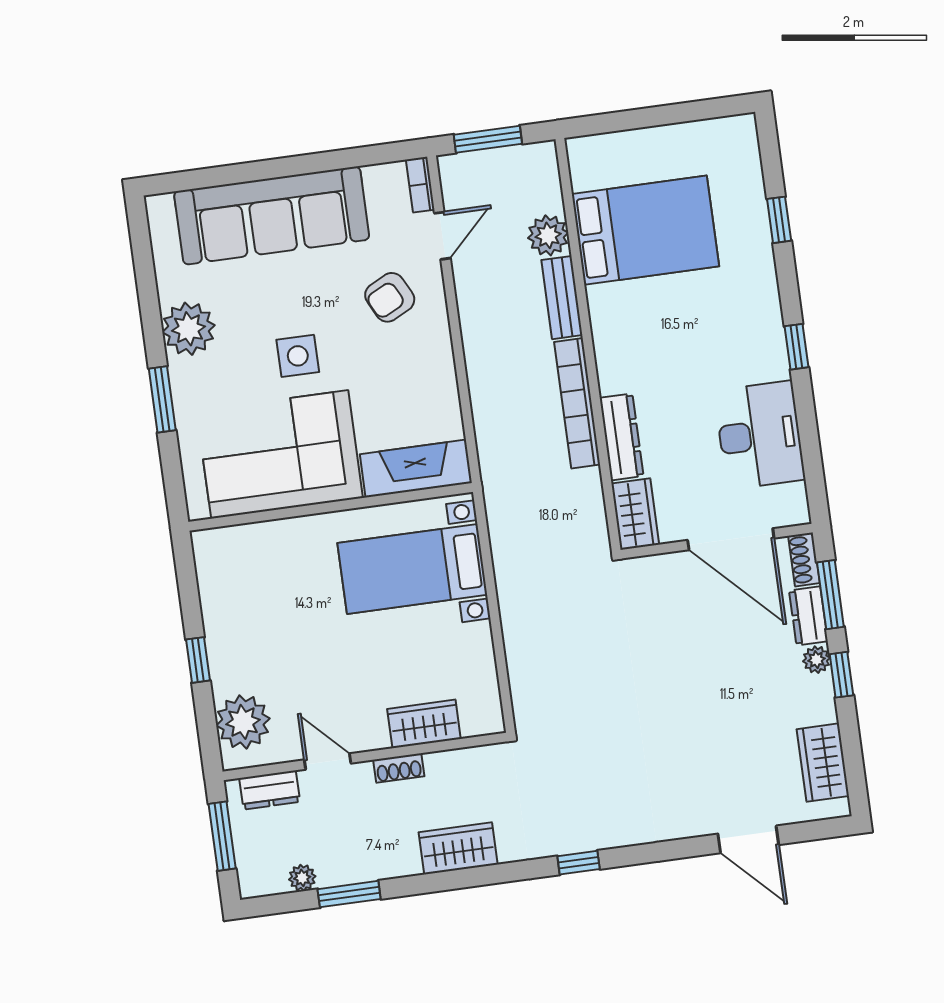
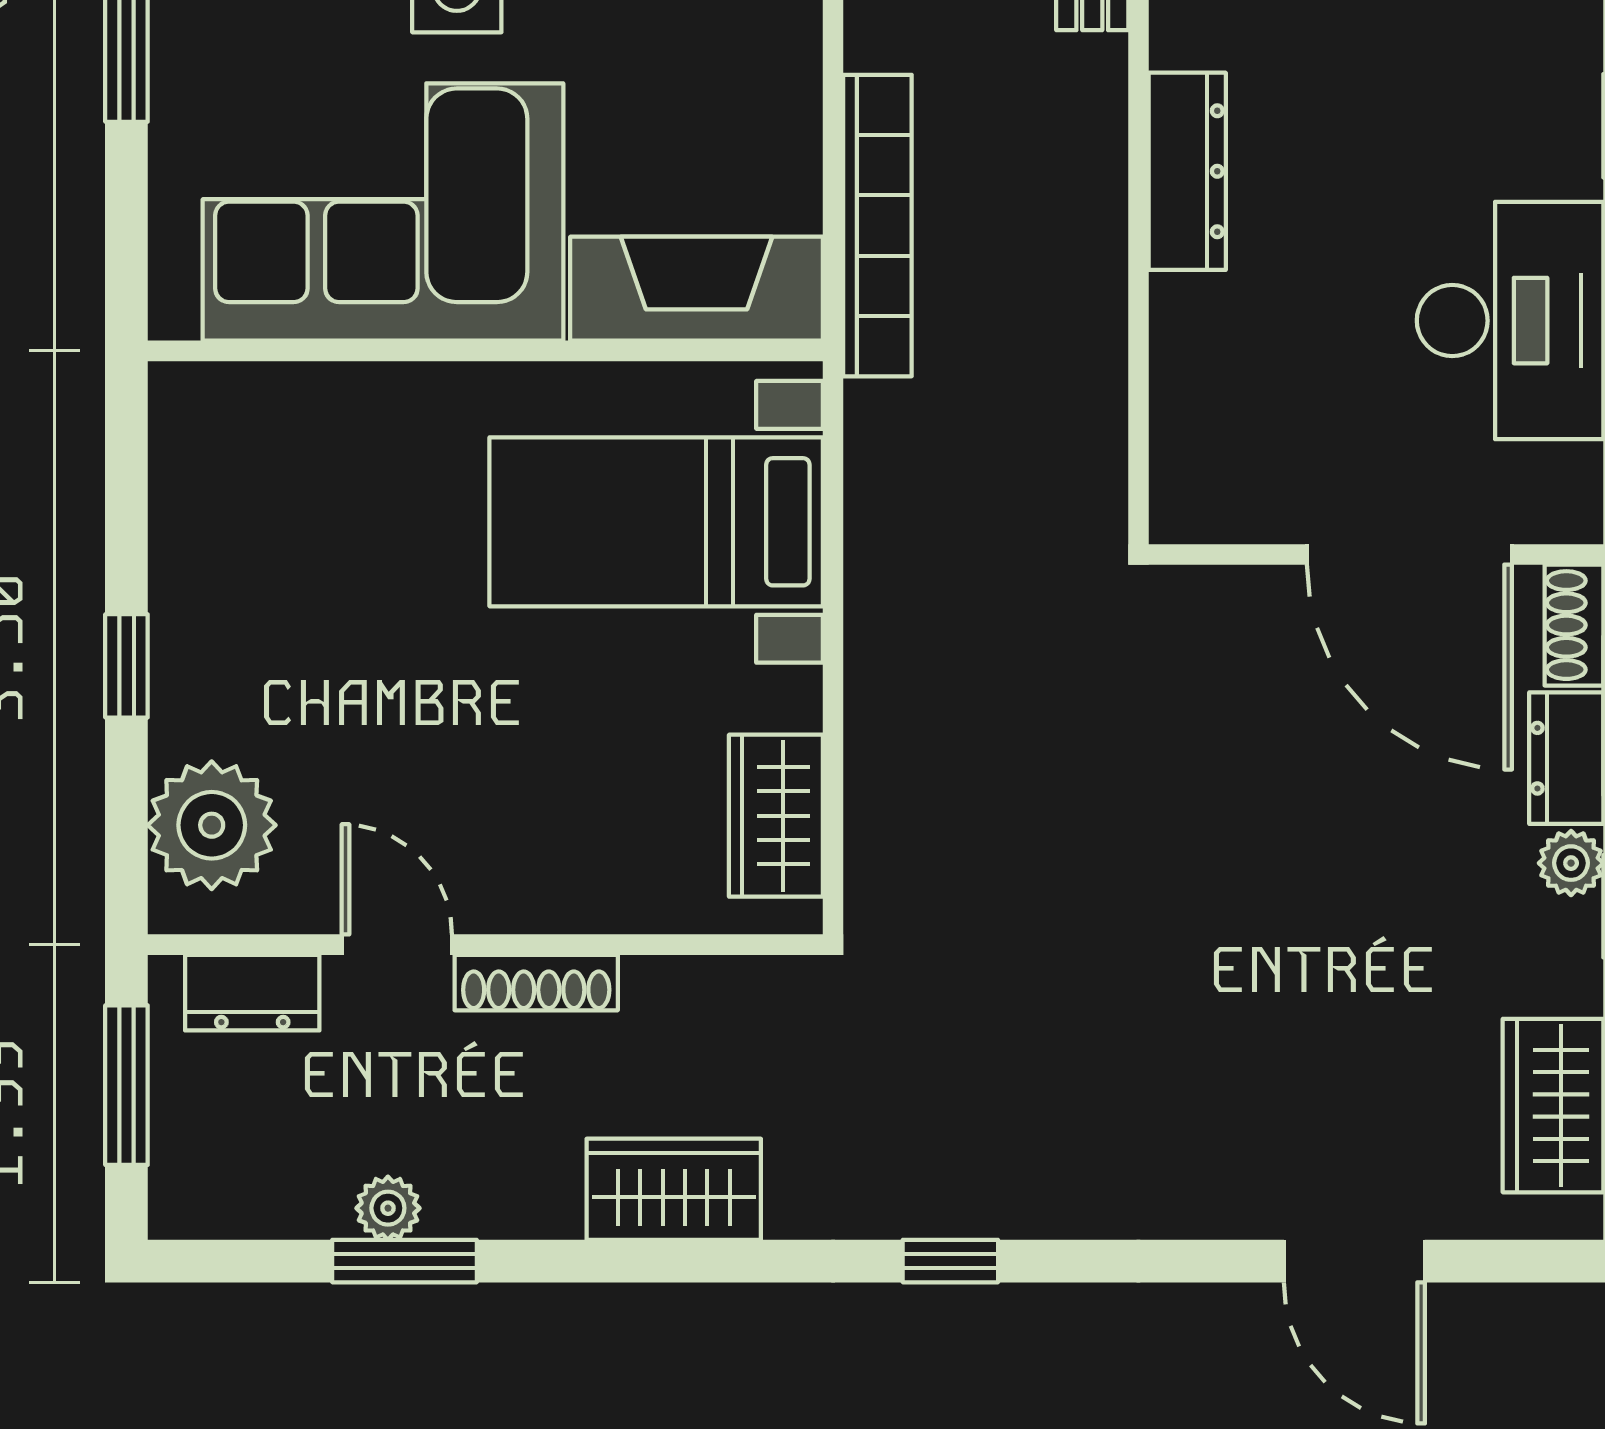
bookcase: (577, 403) -> (877, 226), moved, turned 180
dresser: (622, 437) -> (1187, 171), moved
wardrobe: (635, 514) -> (1194, 465), removed
wardrobe: (424, 724) -> (776, 816), moved, turned -90
shoe rack: (399, 768) -> (536, 983), width x1.43
plant: (302, 878) -> (388, 1208), moved

